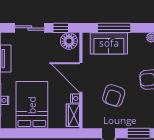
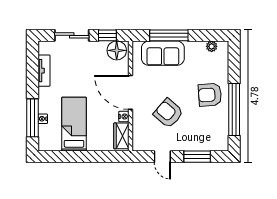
armchair: (114, 96) -> (168, 113), turned 113
bed: (32, 105) -> (74, 124), width x0.67

